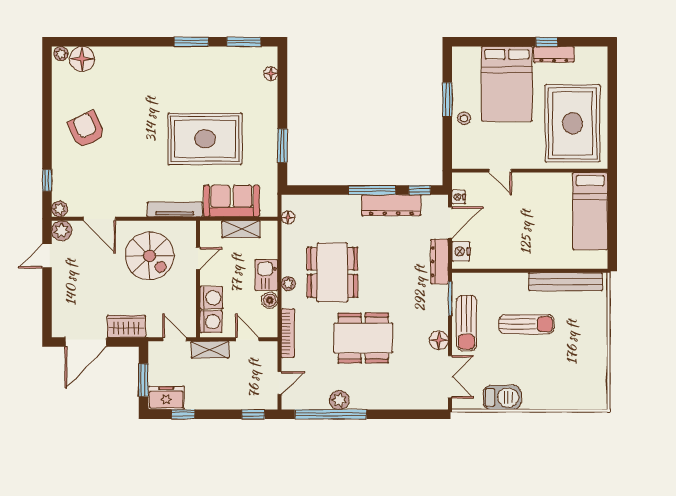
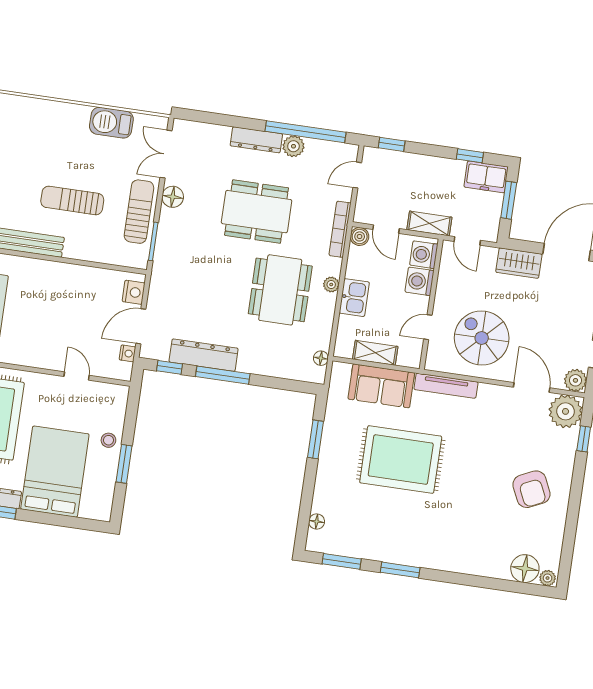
plant: (60, 209) -> (566, 411), width x1.87, depth x1.87
dresser: (440, 262) -> (256, 140), moved, turned 90
boiler: (270, 300) -> (360, 236), moved

